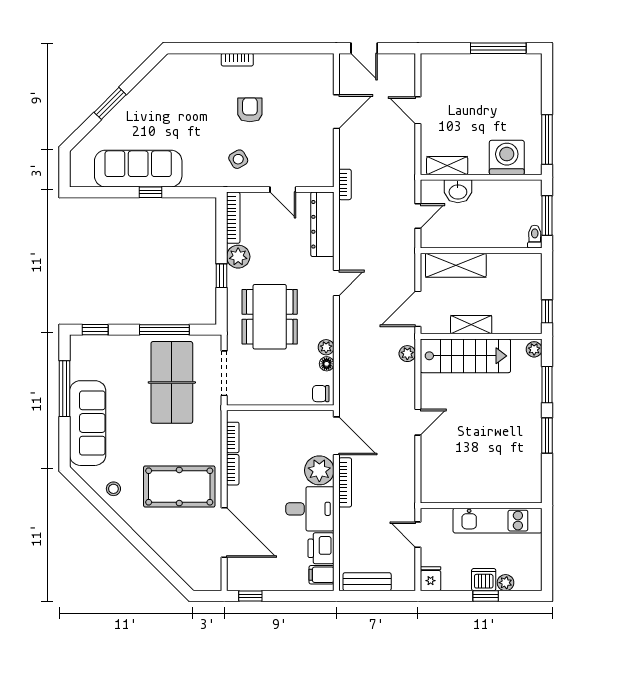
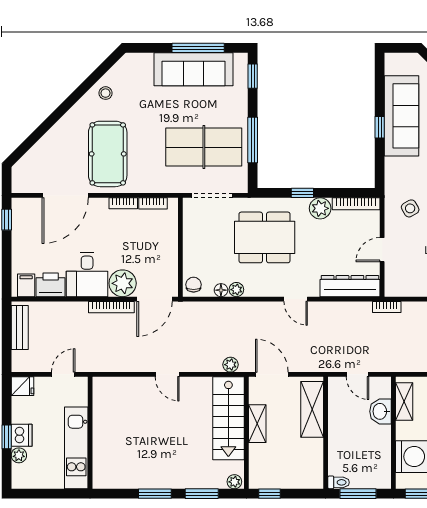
sofa: (88, 423) -> (194, 69), moved

